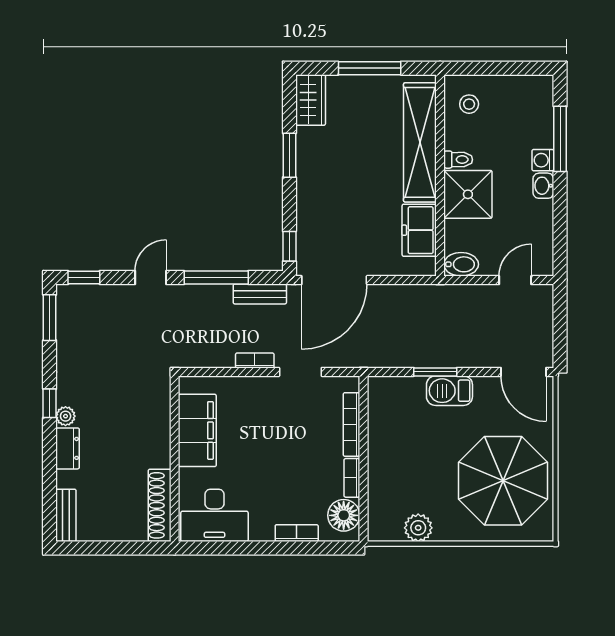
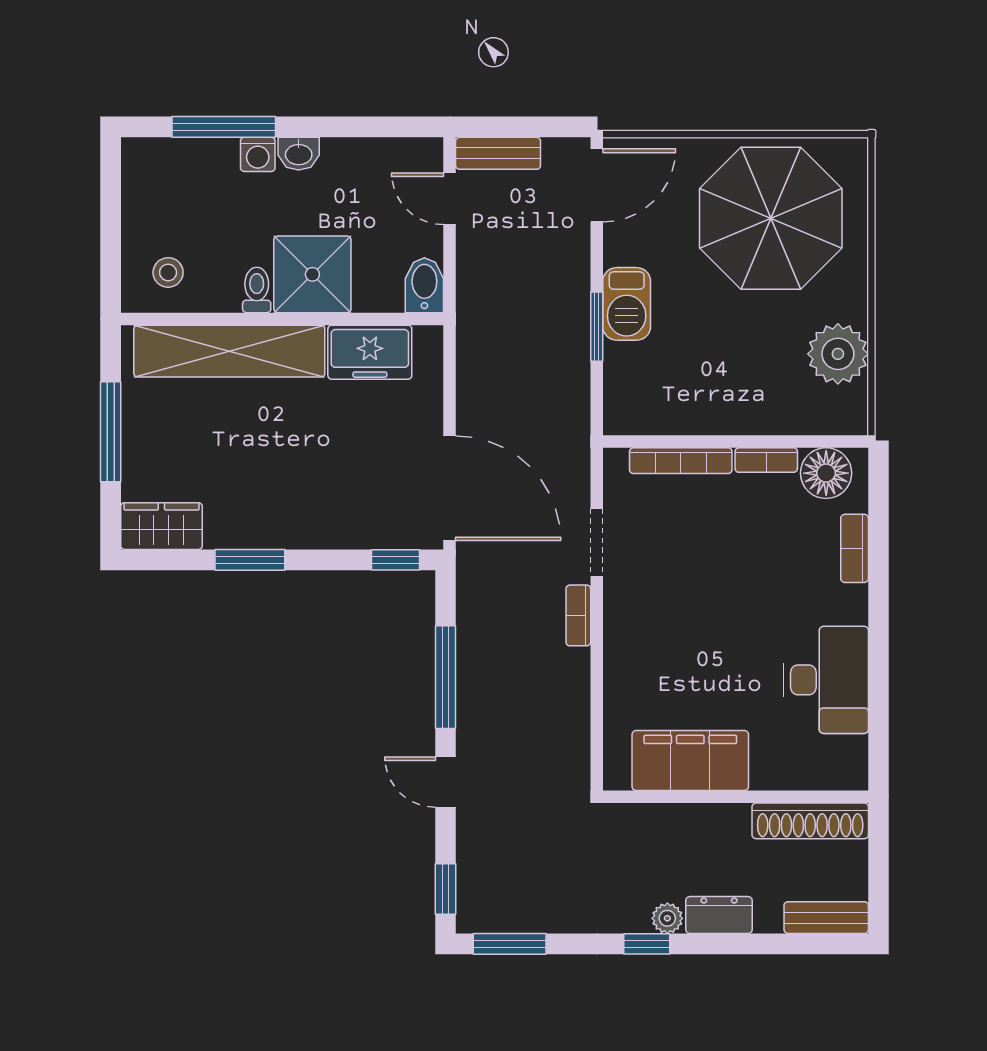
bench: (260, 294) -> (498, 153), moved, turned 90
filing cabinet: (197, 430) -> (690, 761), moved
wall: (175, 459) -> (736, 797), moved
shoe rack: (160, 505) -> (810, 821), moved
plant: (418, 528) -> (838, 354), width x1.36, depth x1.36

